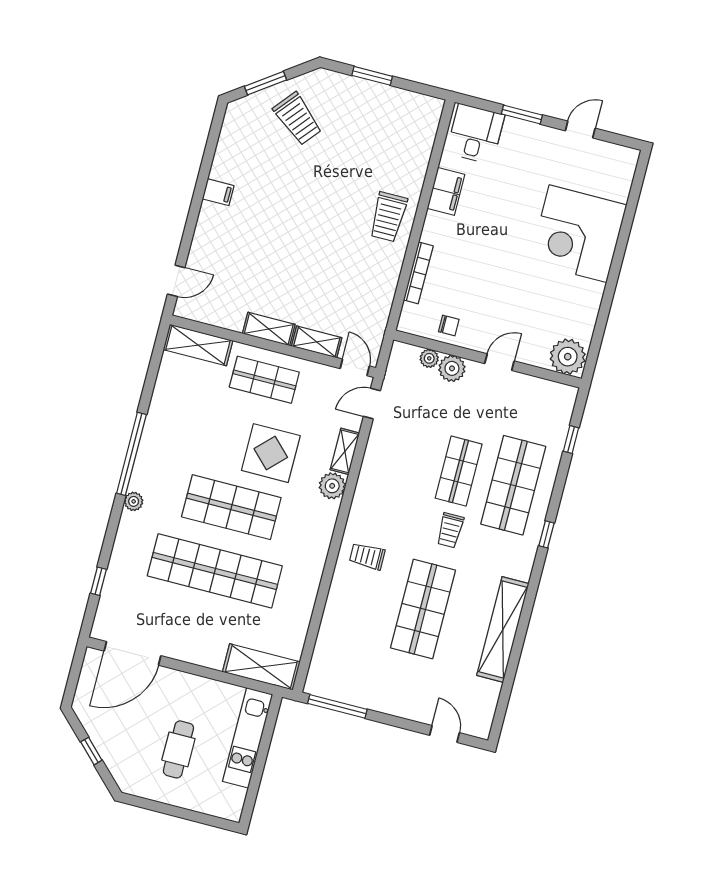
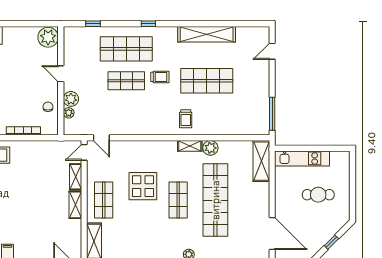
shelving: (345, 451) -> (190, 146), moved
plant: (332, 486) -> (210, 148), moved
shop shelf: (231, 507) -> (178, 200), width x0.70, depth x0.74

